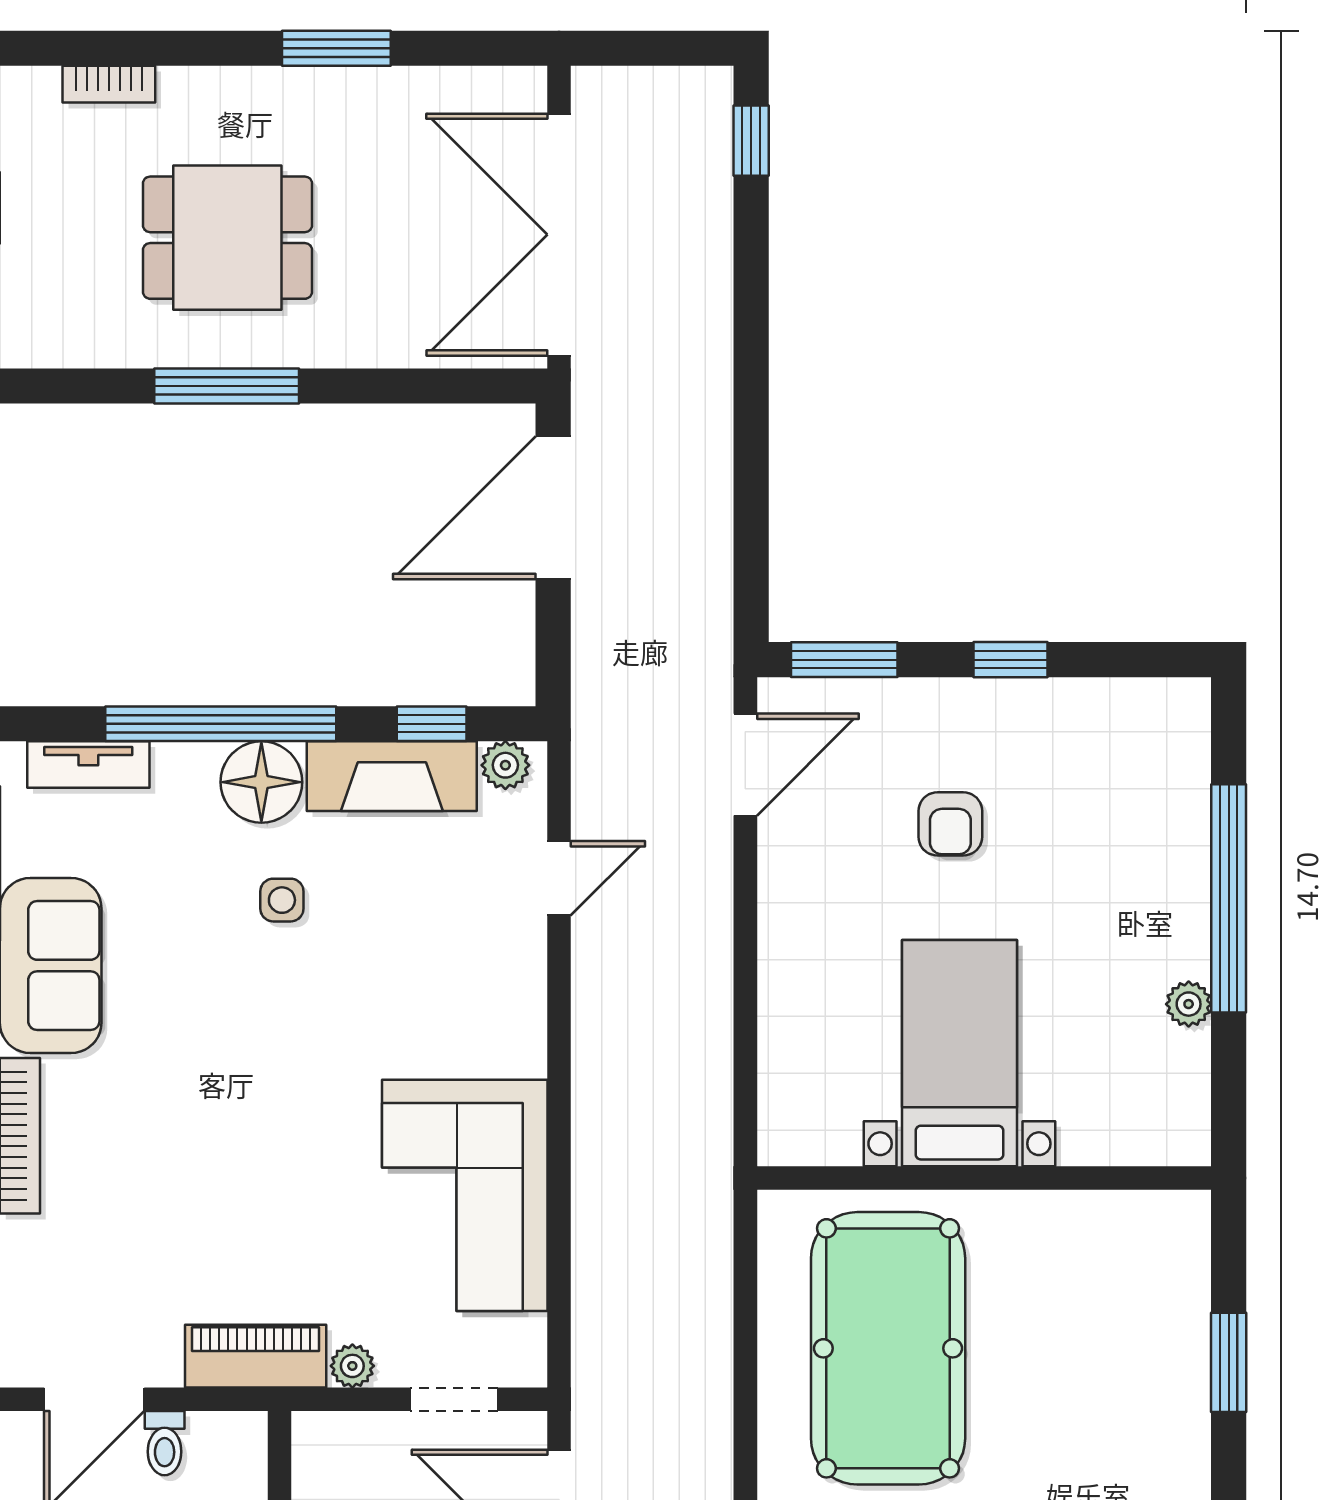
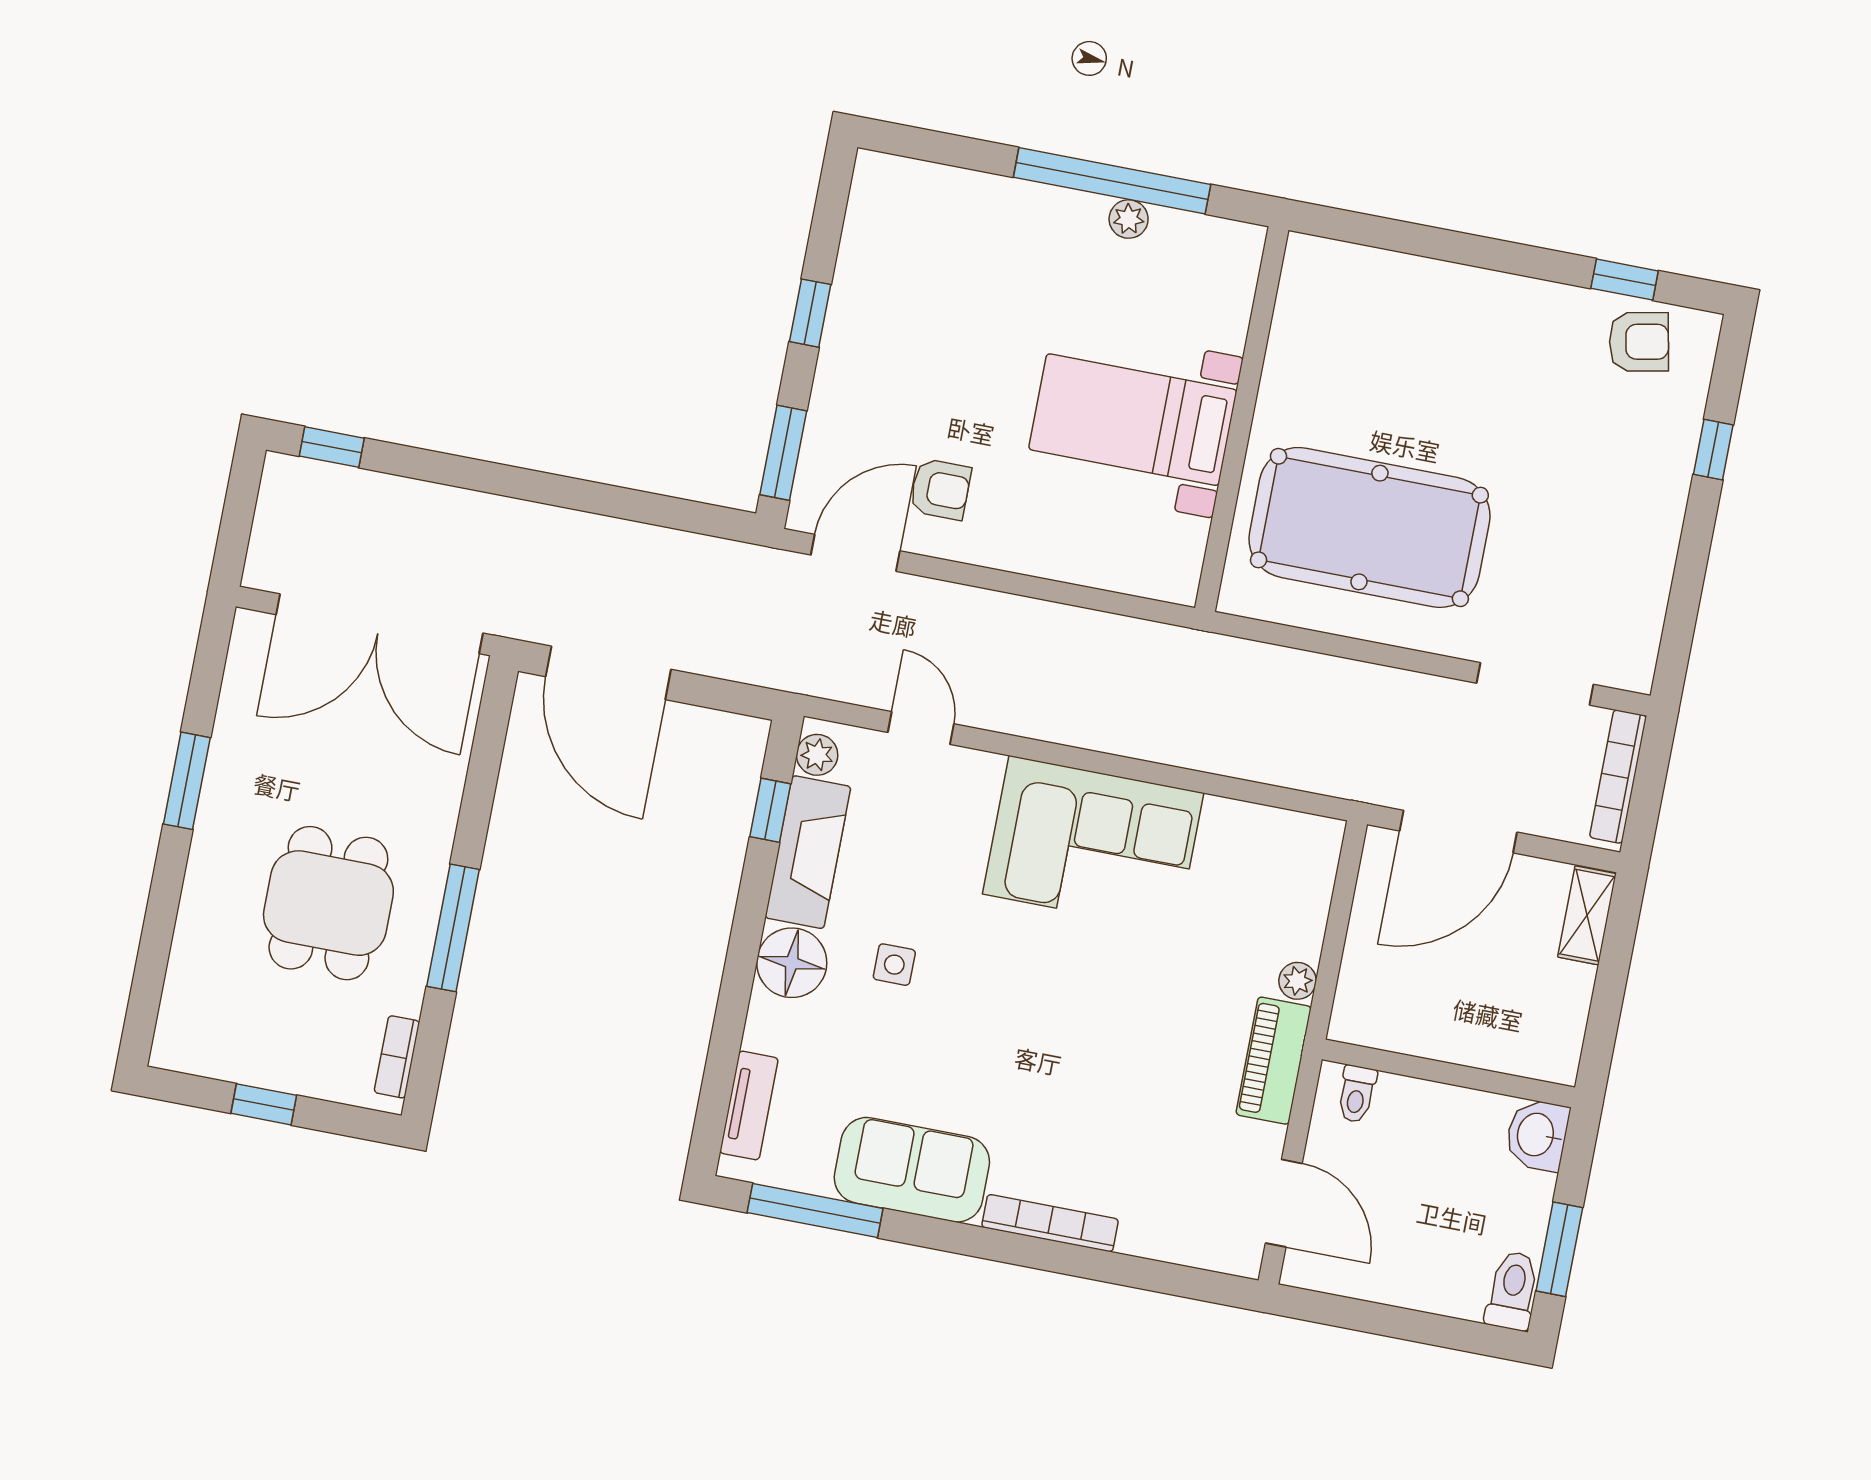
bookcase: (109, 84) -> (397, 1057), moved, turned 180
window: (221, 724) -> (736, 987), removed
door: (745, 765) -> (855, 553), hinge flipped
armchair: (950, 824) -> (940, 489), moved
window: (1229, 898) -> (1112, 181), moved
corner sofa: (465, 1195) -> (1093, 843), moved
window: (1229, 1362) -> (1436, 243), removed
doorway: (454, 1399) -> (1342, 901), removed
toilet: (165, 1443) -> (1357, 1094), moved, turned 90

